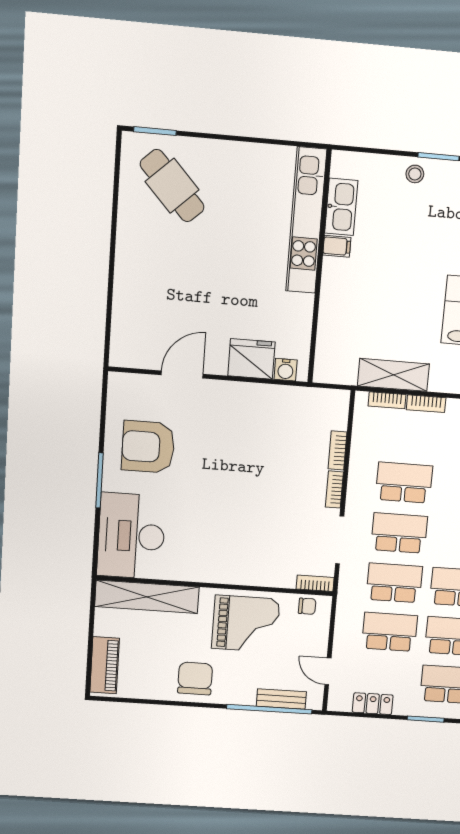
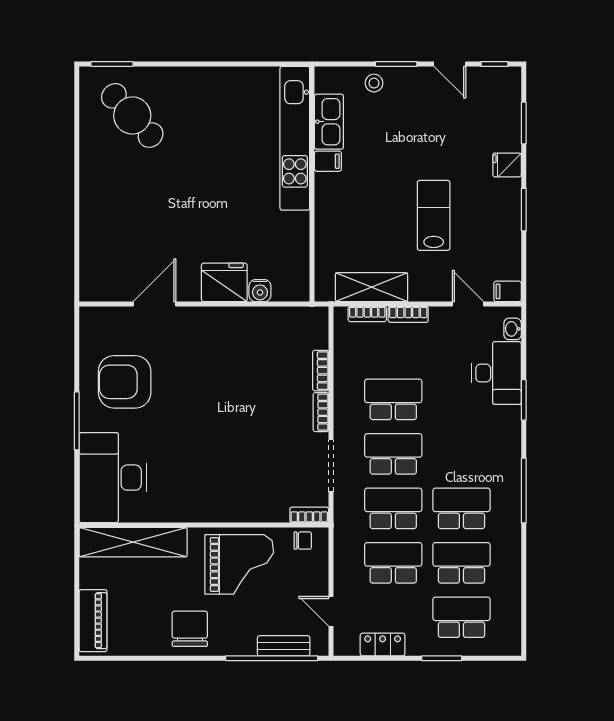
kitchen sink: (341, 207) -> (329, 122), moved
kitchen unit: (306, 220) -> (295, 138), moved
filing cabinet: (337, 246) -> (328, 161), moved
wall: (319, 268) -> (312, 184), moved

